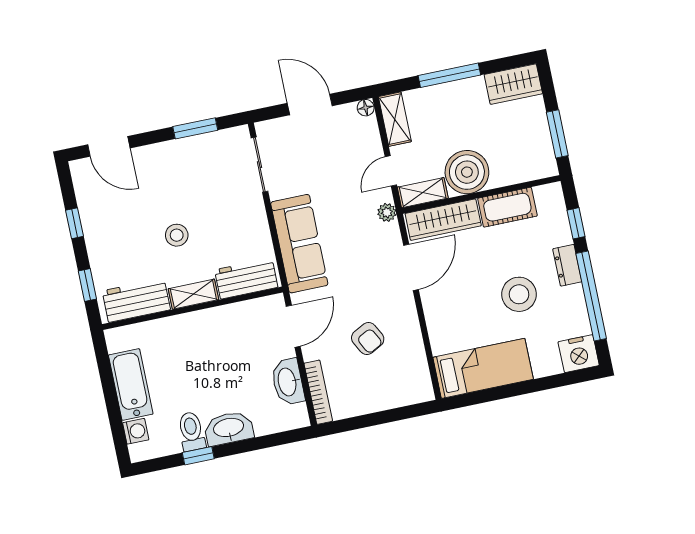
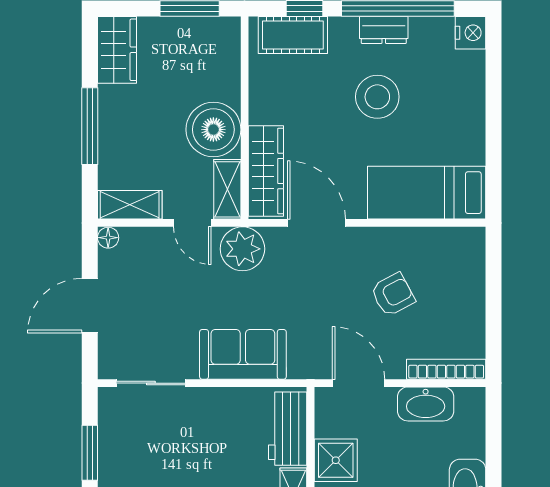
cot: (507, 207) -> (293, 35), moved, turned 90
plant: (387, 212) -> (242, 249), width x1.87, depth x1.87
sofa: (299, 244) -> (243, 354), width x0.73
dresser: (567, 265) -> (384, 30), moved
shower: (229, 321) -> (336, 460), added
nightstand: (579, 354) -> (471, 33), width x0.74, depth x0.75
bed: (483, 368) -> (427, 193), moved, turned -90

